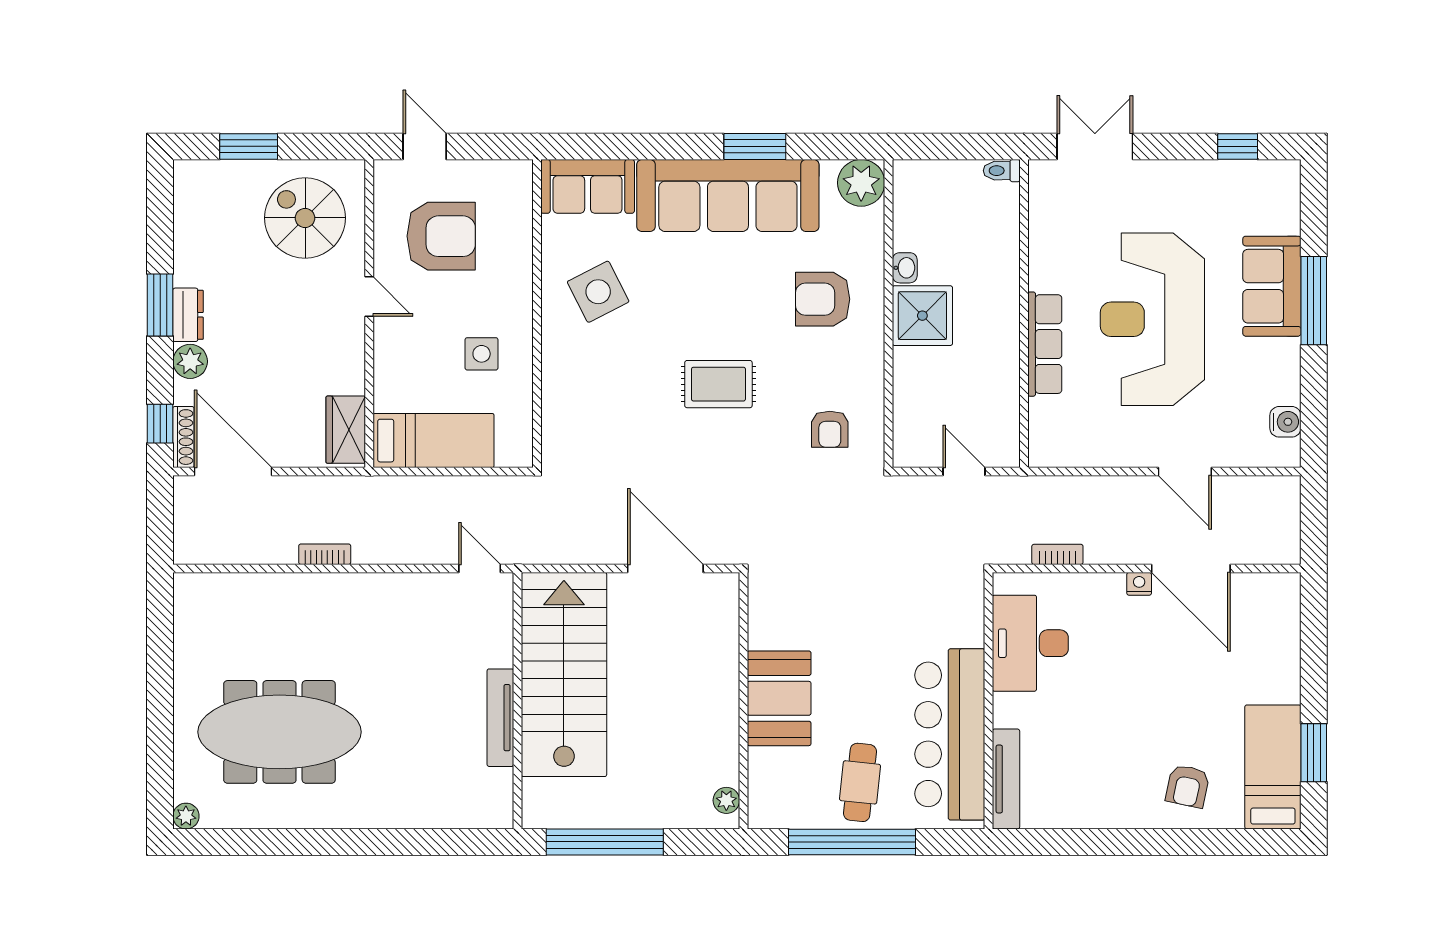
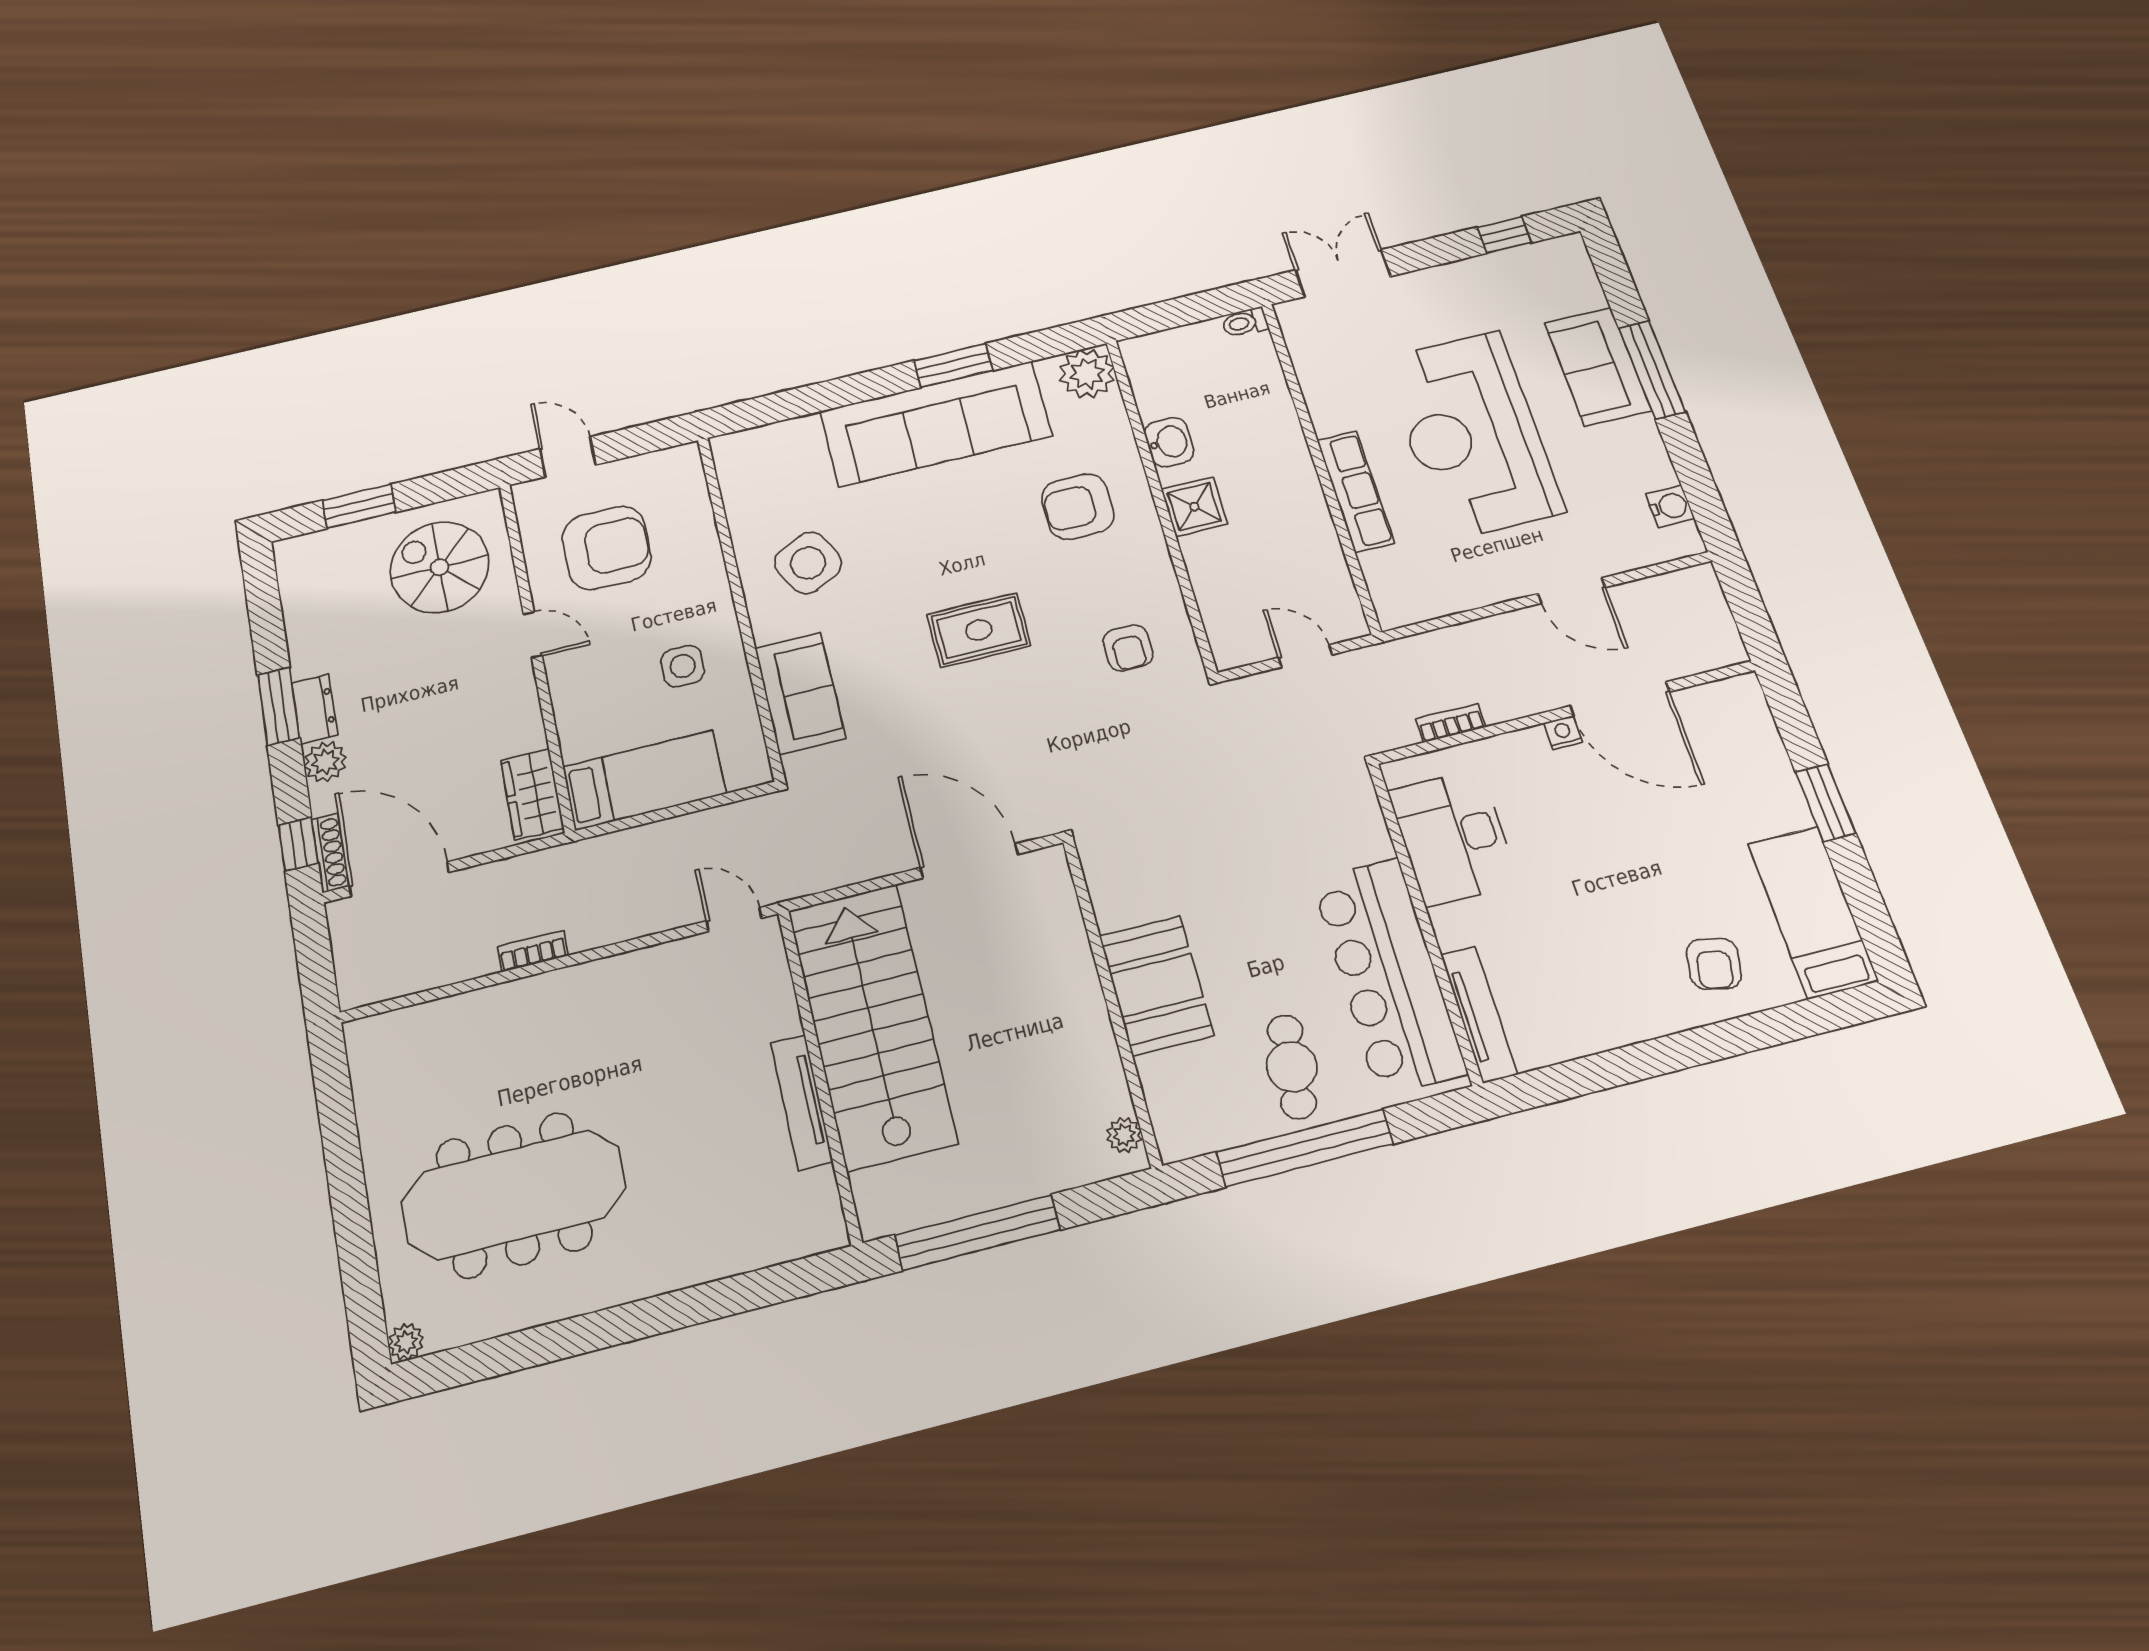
sofa: (588, 186) -> (800, 693), moved, turned -90
washbasin: (905, 268) -> (1169, 442), width x1.38, depth x1.45
shower: (922, 316) -> (1194, 507), width x0.73, depth x0.73
window: (1314, 753) -> (1826, 803), moved

